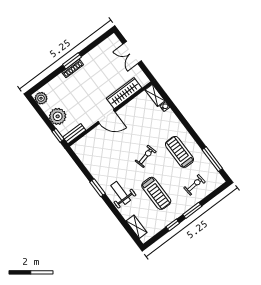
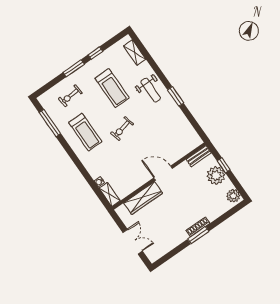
window: (58, 135) -> (224, 165), moved
treadmill: (156, 193) -> (112, 88), turned 180

